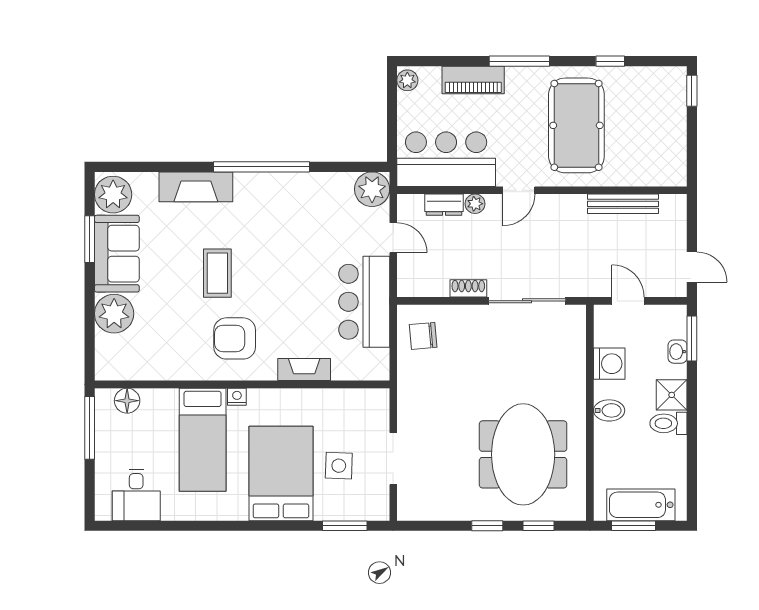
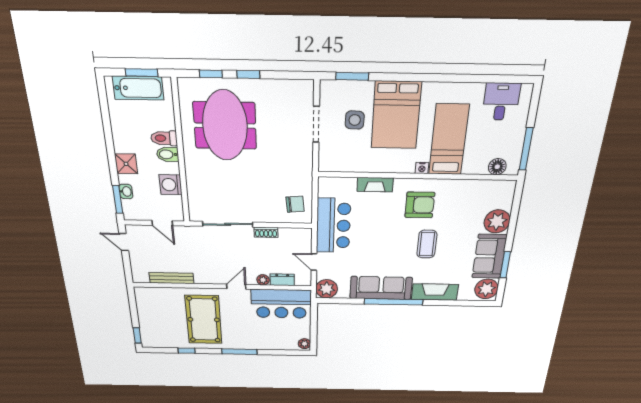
piano: (473, 80) -> (266, 343), removed
sofa: (284, 193) -> (381, 288), added
toilet: (668, 423) -> (164, 138), moved, turned 180

